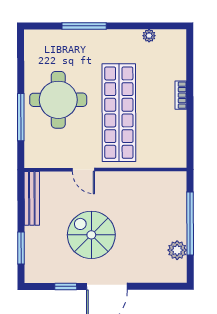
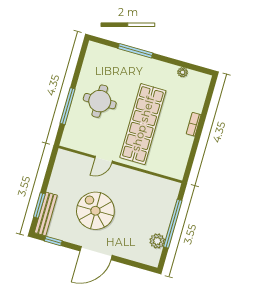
round table: (58, 100) -> (100, 101), width x0.73, depth x0.73
door: (83, 170) -> (104, 160), hinge flipped
bench: (32, 198) -> (46, 214), moved
window: (66, 286) -> (53, 241), moved

